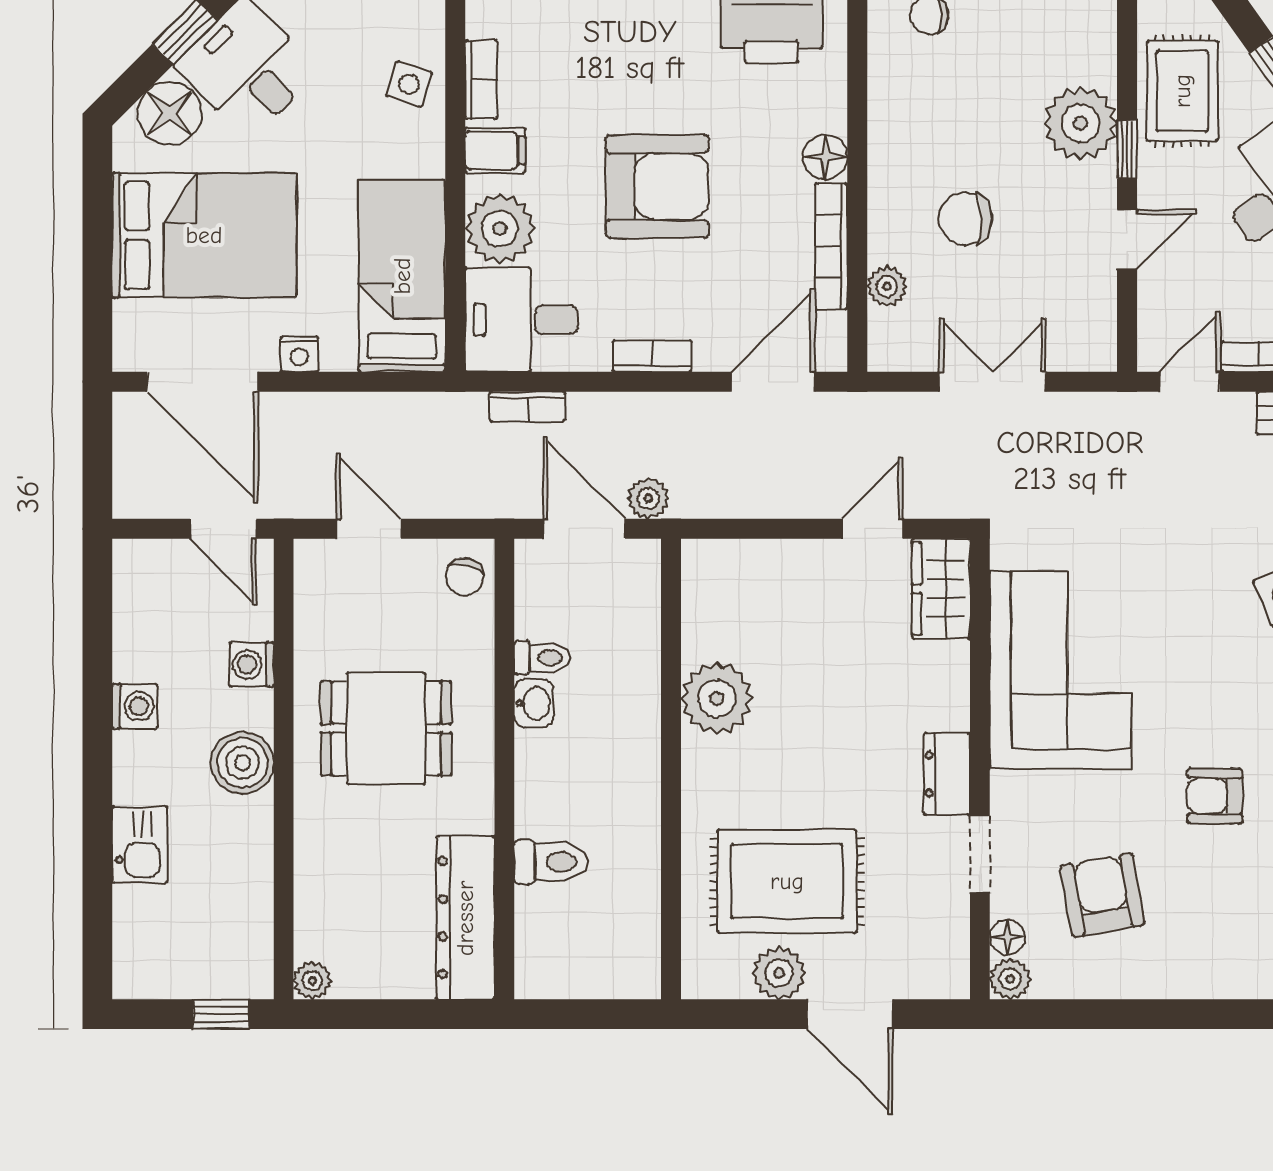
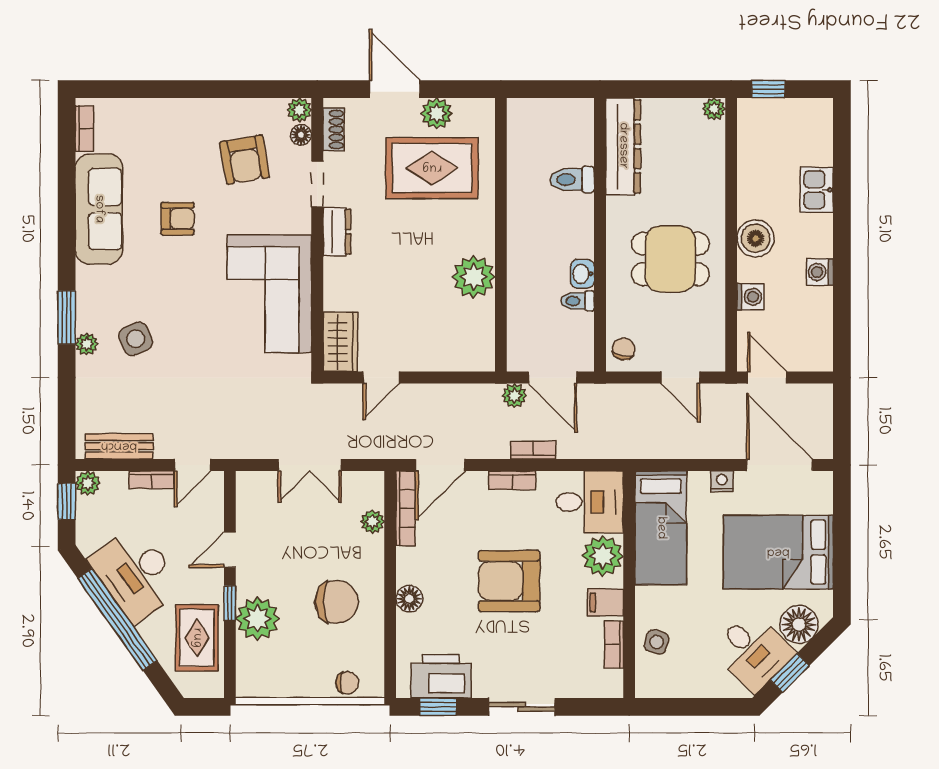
chair: (966, 219) -> (337, 602), moved, width x1.37, depth x1.37
bookcase: (831, 246) -> (406, 508), moved
bookcase: (528, 407) -> (533, 450), moved
shoe rack: (952, 946) -> (334, 129), added

